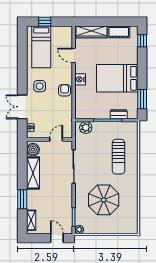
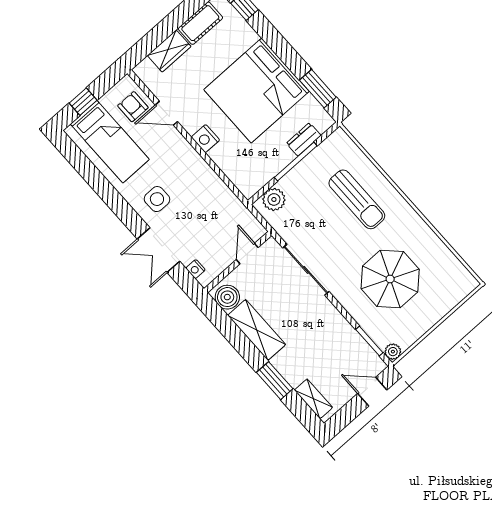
wardrobe: (91, 32) -> (169, 51), width x0.67
bed: (117, 78) -> (256, 91), width x1.36
armchair: (65, 90) -> (133, 107), moved

